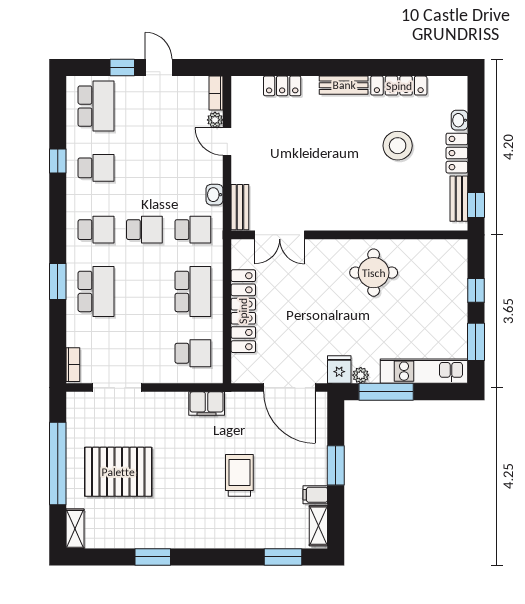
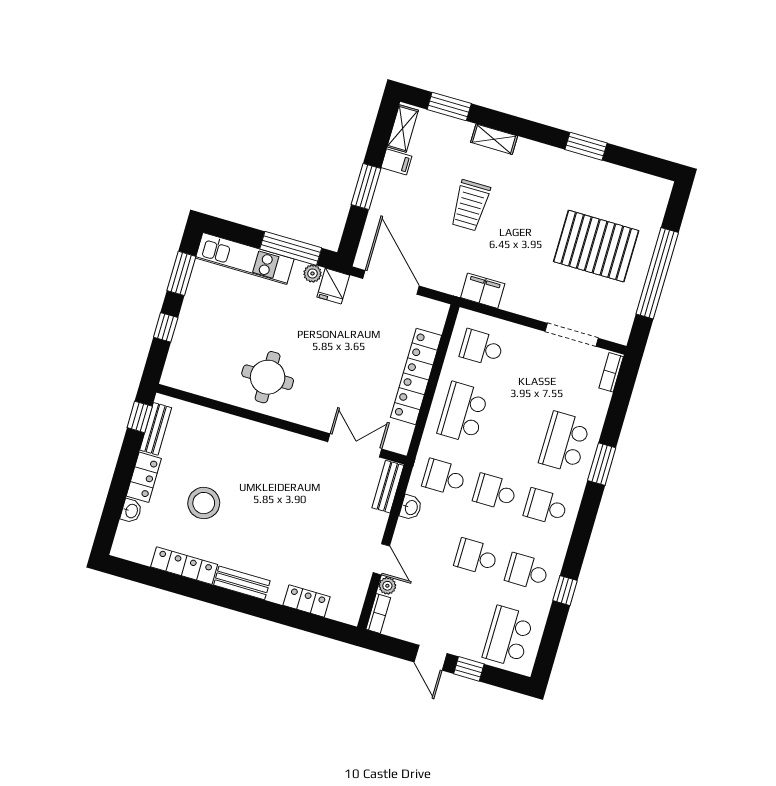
school desk: (144, 168) -> (476, 557), added
shelving: (75, 529) -> (494, 139), moved, turned 90

